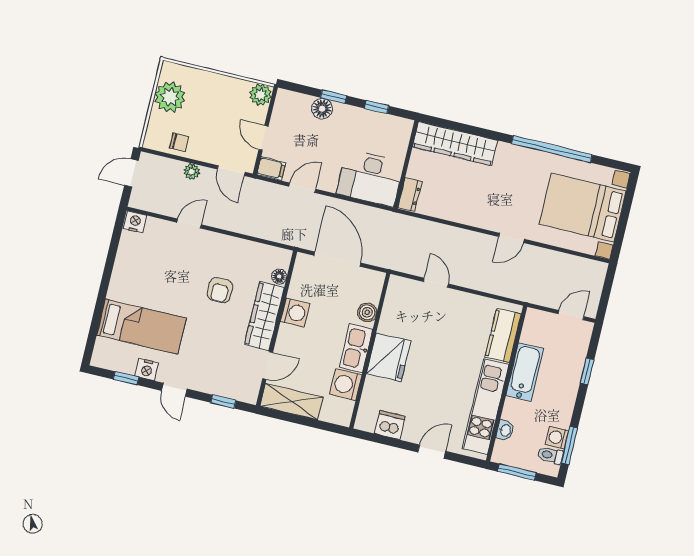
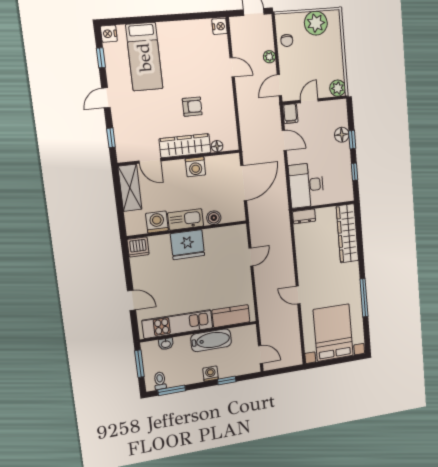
window: (552, 149) -> (364, 298), width x0.68
armchair: (220, 290) -> (192, 107), turned 180
nightstand: (147, 369) -> (109, 34), moved
dishwasher: (390, 425) -> (138, 247), moved, turned 90
washing machine: (557, 438) -> (210, 374), moved

